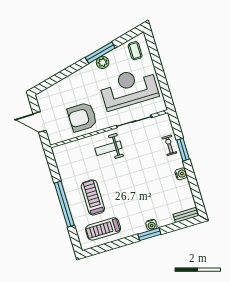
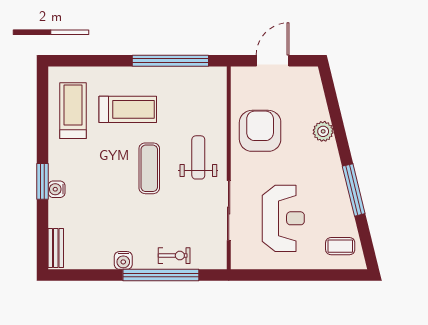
plant: (103, 62) -> (323, 131), moved
reception desk: (129, 88) -> (283, 218), width x0.74, depth x0.77
window: (183, 150) -> (161, 275), width x2.11
exercise mat: (123, 175) -> (149, 168), added
window: (64, 204) -> (170, 61), moved

